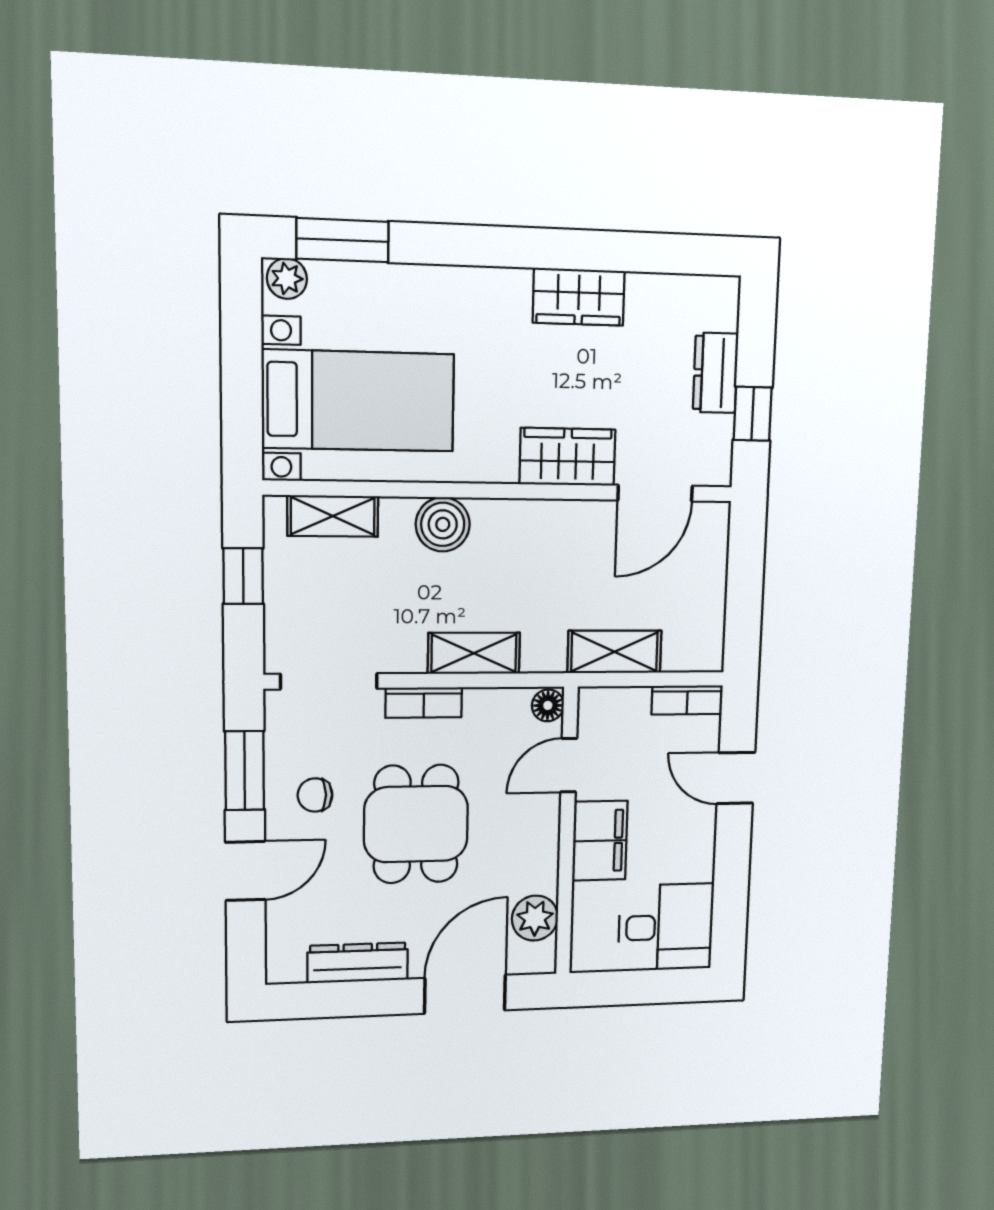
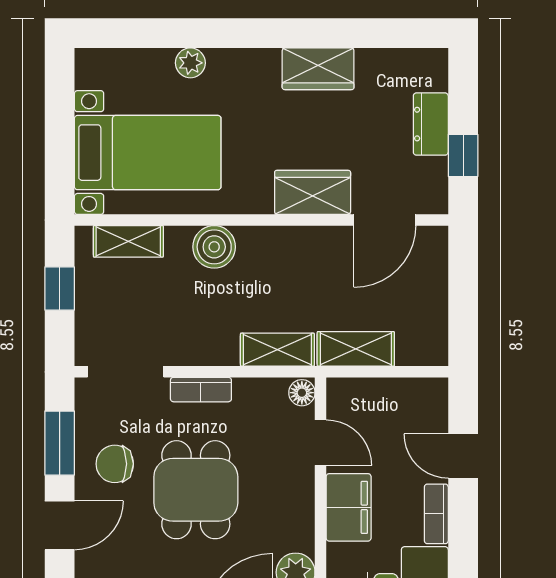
window: (343, 240) -> (135, 33), removed
plant: (287, 279) -> (190, 63), moved
shelving: (474, 653) -> (277, 350), moved
bookcase: (687, 700) -> (436, 514), moved, turned 90
door: (569, 765) -> (321, 443), swing flipped
chair: (315, 795) -> (115, 464), width x1.37, depth x1.37

